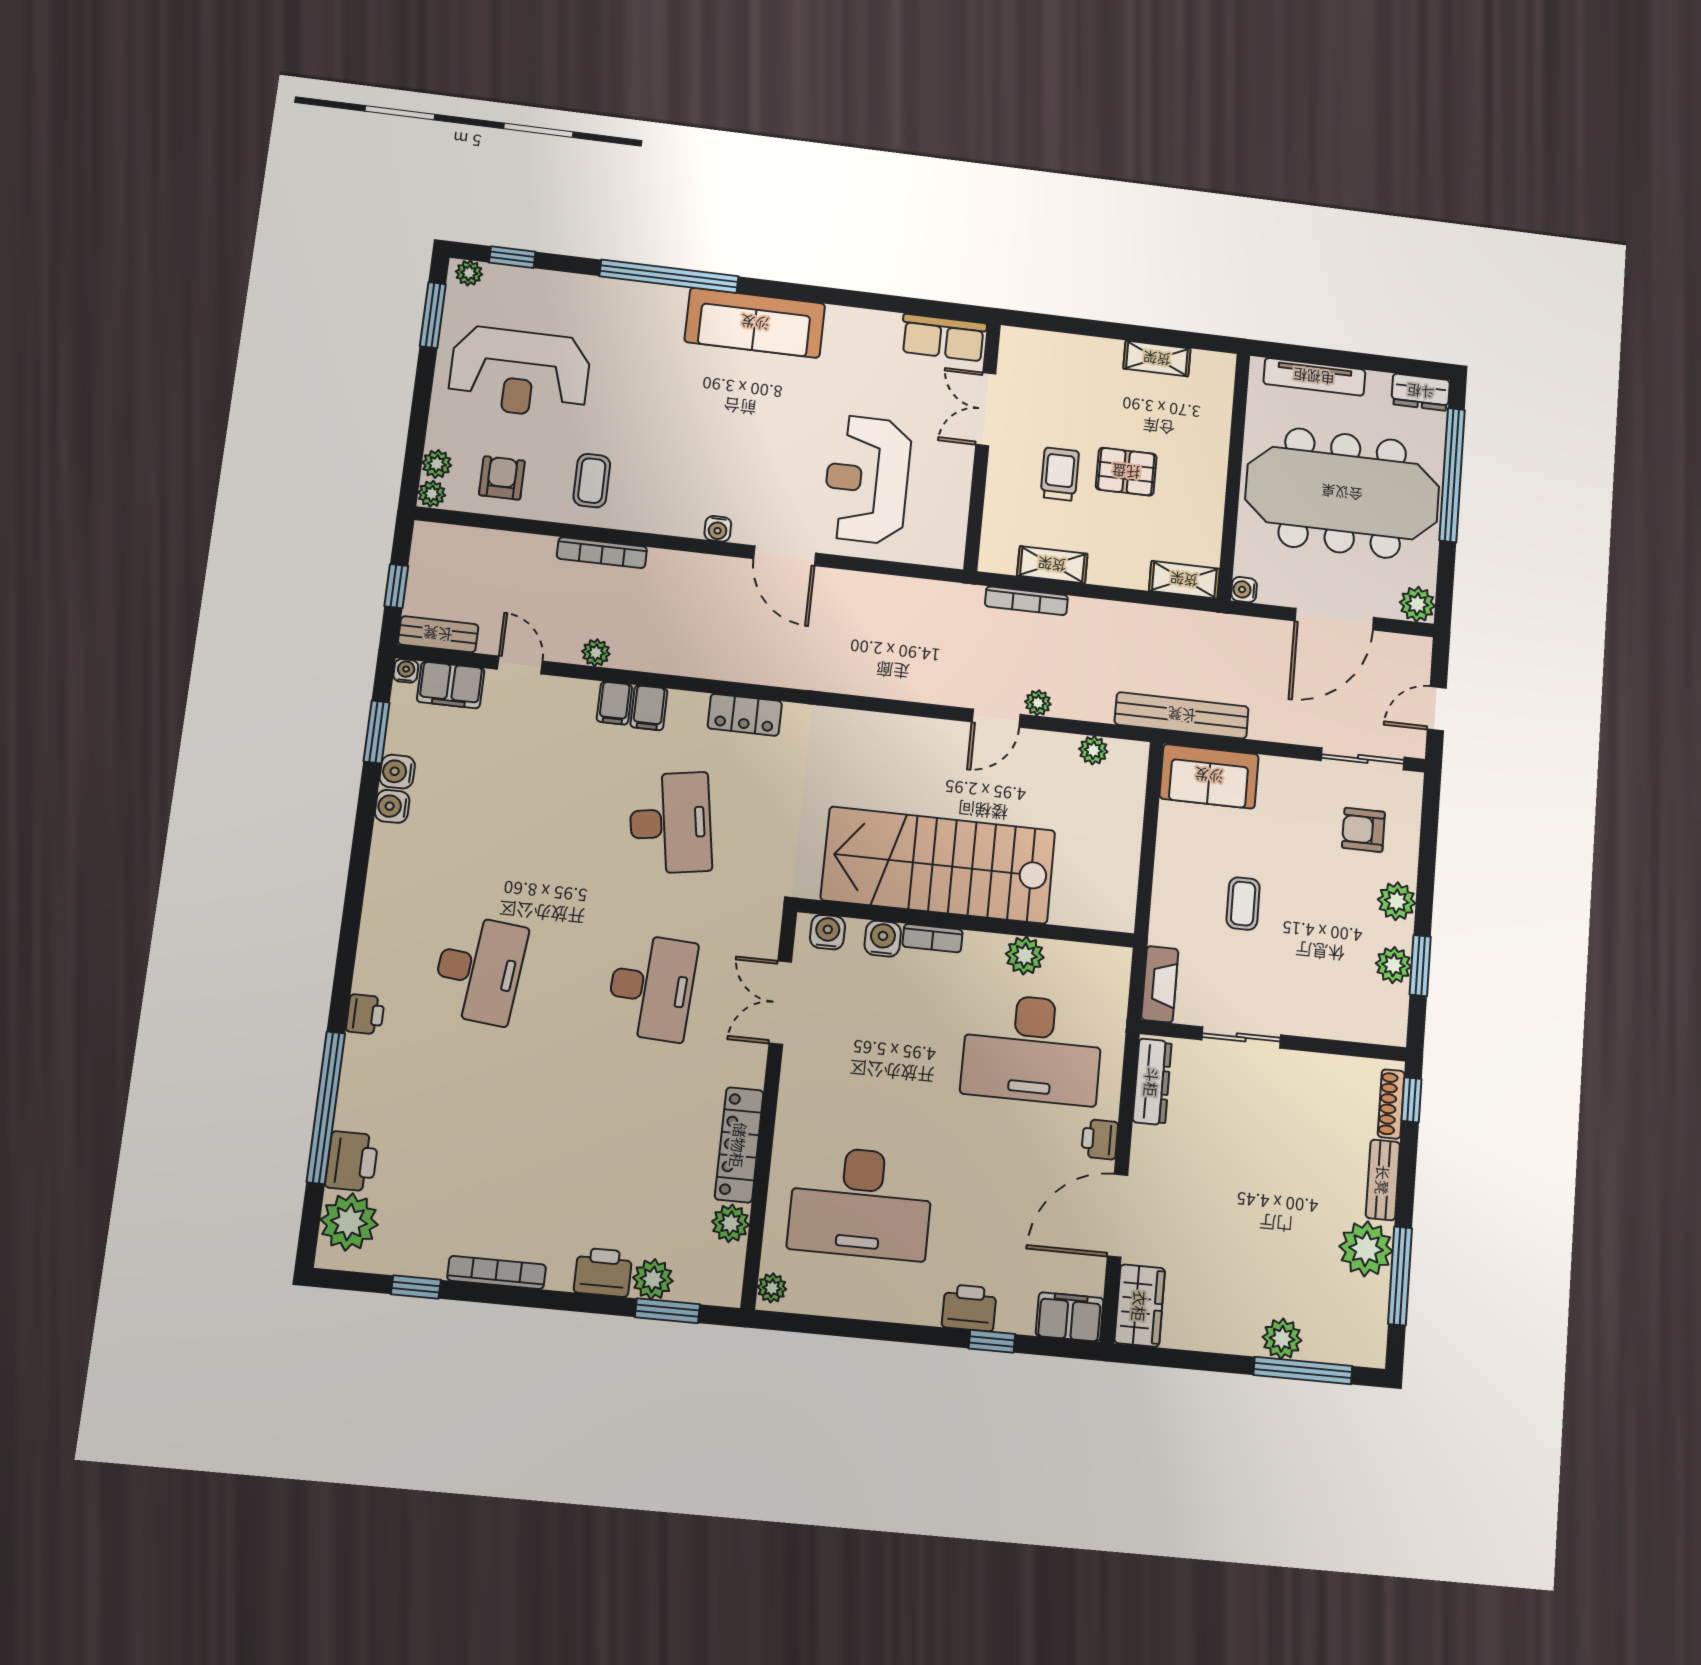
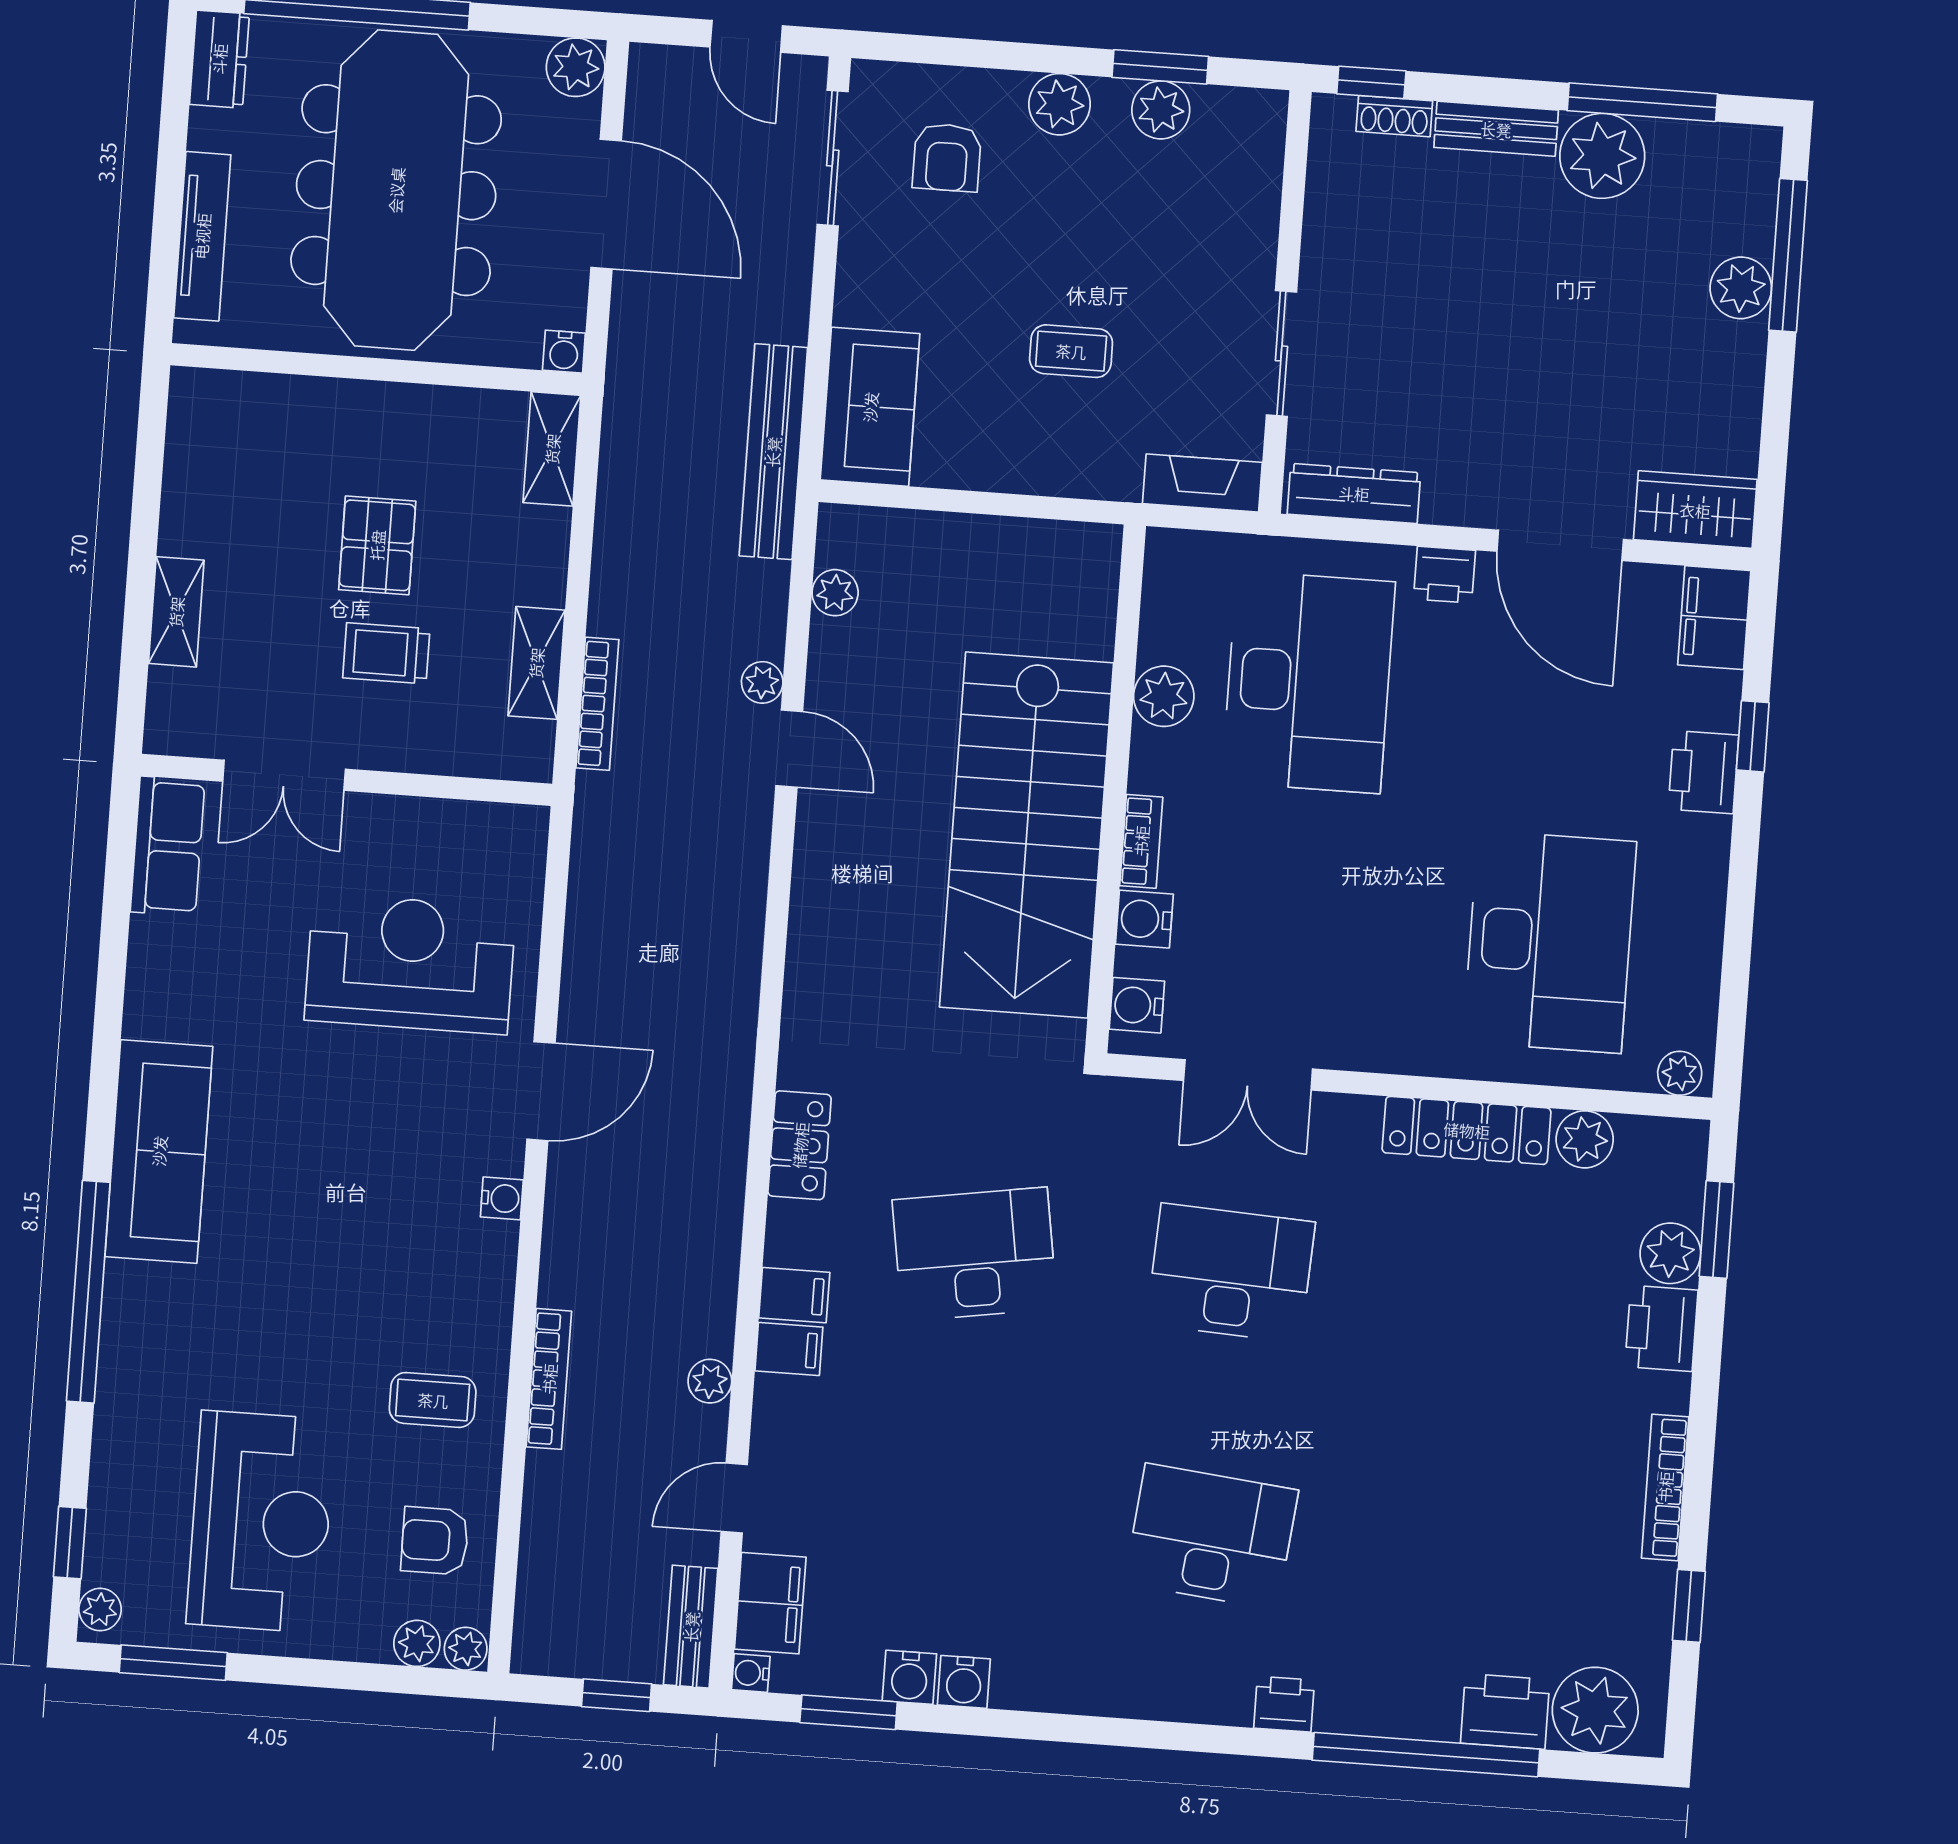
shelving: (1157, 359) -> (176, 612), moved
reception desk: (867, 480) -> (410, 964), turned 180
shoe rack: (1391, 1104) -> (1394, 116), width x0.70

